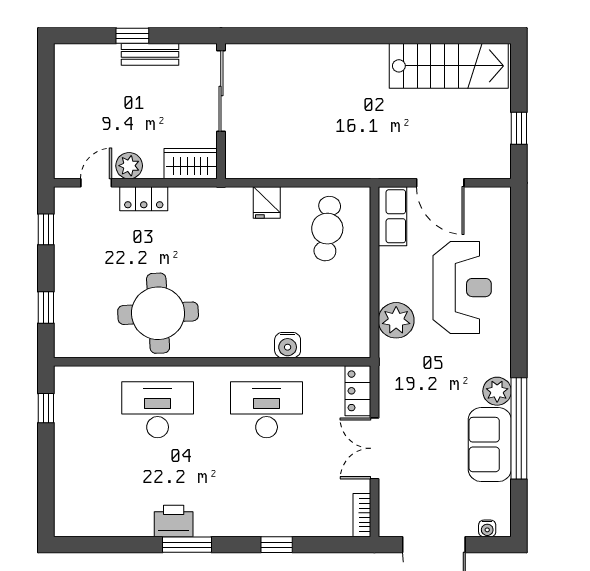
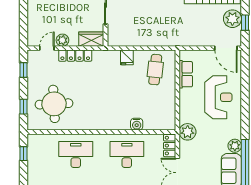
plant: (492, 120) -> (232, 19), added
door: (440, 183) -> (226, 48), moved
locker: (144, 199) -> (75, 56), width x1.53
row of seats: (392, 216) -> (186, 74), moved
round table: (158, 313) -> (54, 104), moved
plant: (396, 320) -> (188, 132), moved

